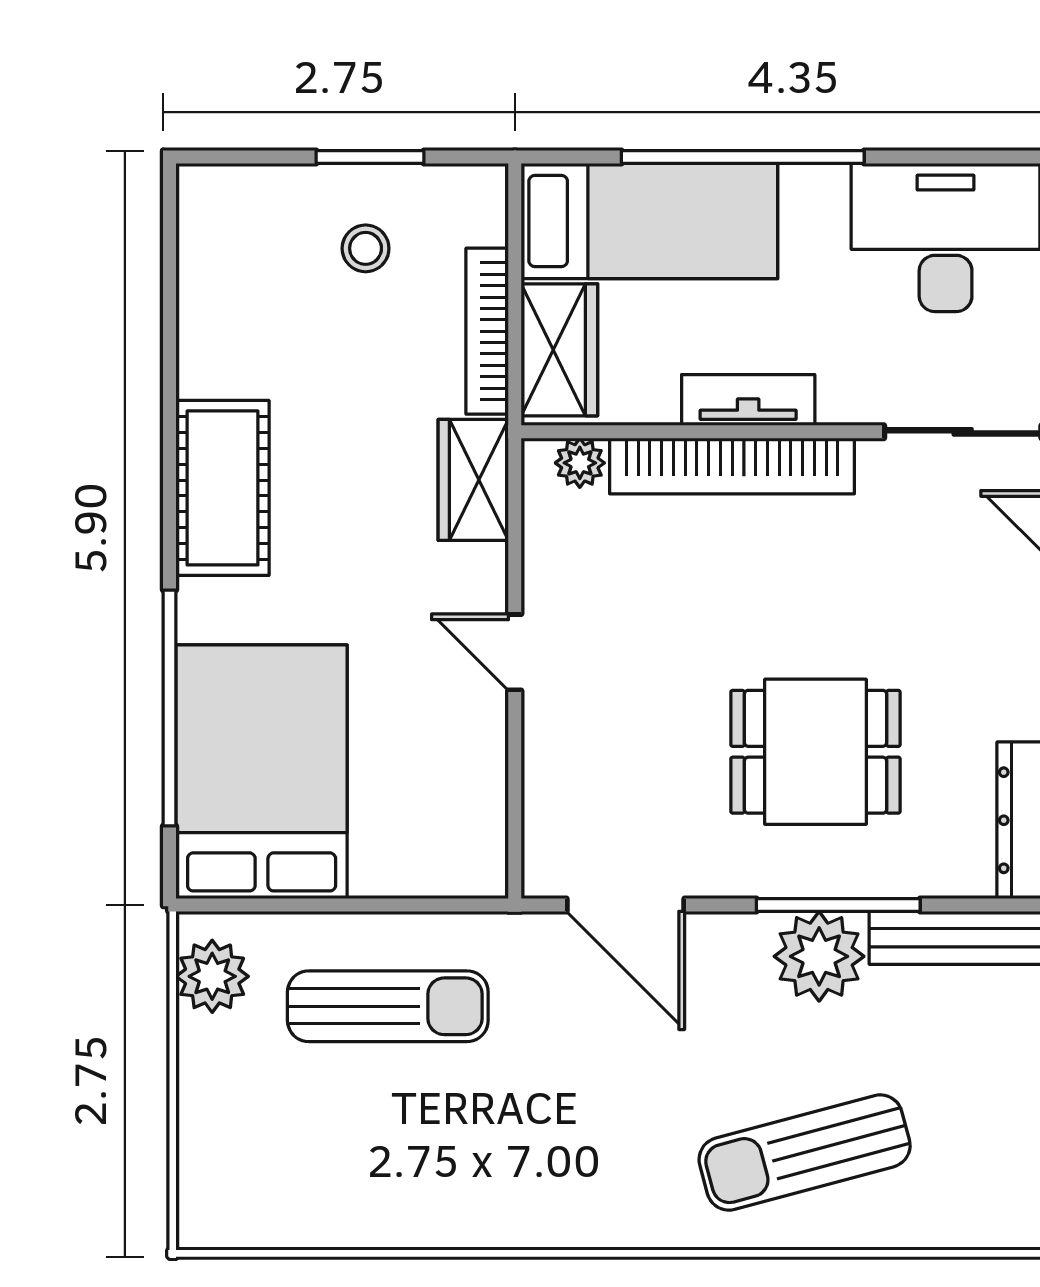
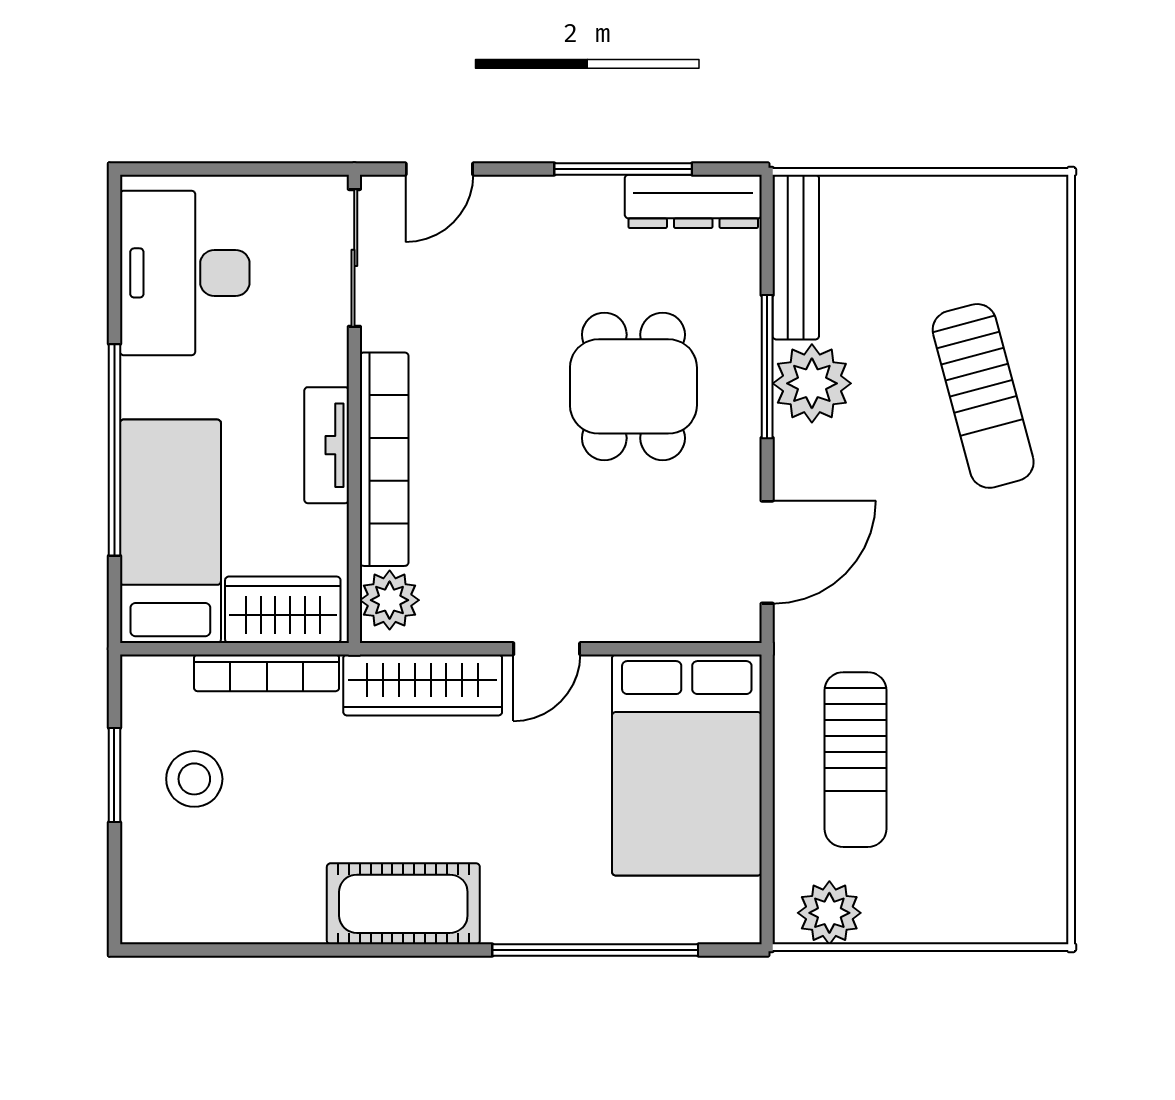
stool: (366, 248) -> (194, 779), width x1.37, depth x1.37
plant: (580, 463) -> (390, 600), width x1.38, depth x1.38
wardrobe: (473, 480) -> (423, 685), width x1.50
bed: (262, 772) -> (687, 765), moved, turned -90
sun lounger: (388, 1006) -> (856, 760), turned 180

